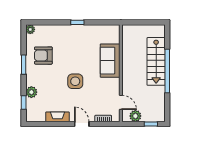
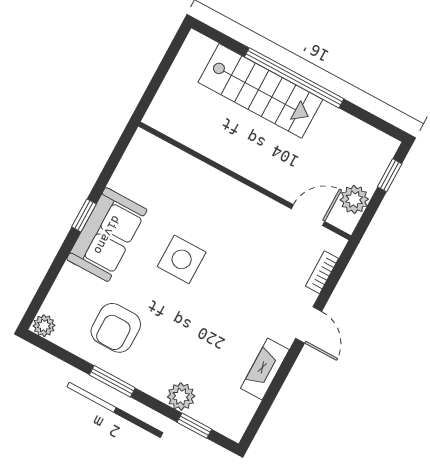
sofa: (110, 61) -> (107, 235), moved, turned -90
side table: (75, 81) -> (182, 259), moved
door: (82, 124) -> (309, 325), swing flipped

